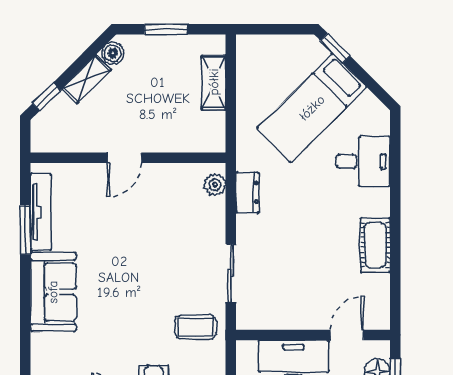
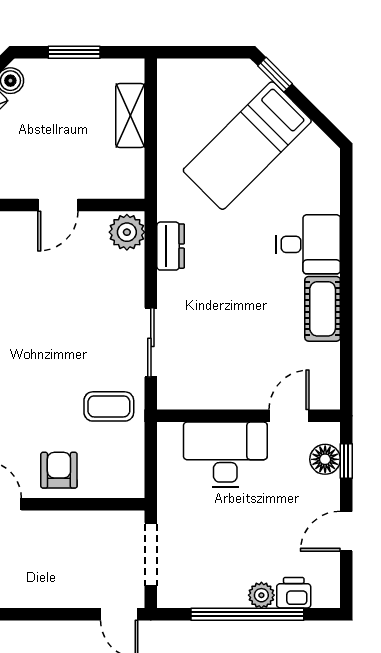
door: (124, 158) -> (58, 205), moved
desk: (363, 161) -> (308, 244), moved
plant: (215, 185) -> (127, 232), width x1.38, depth x1.38

